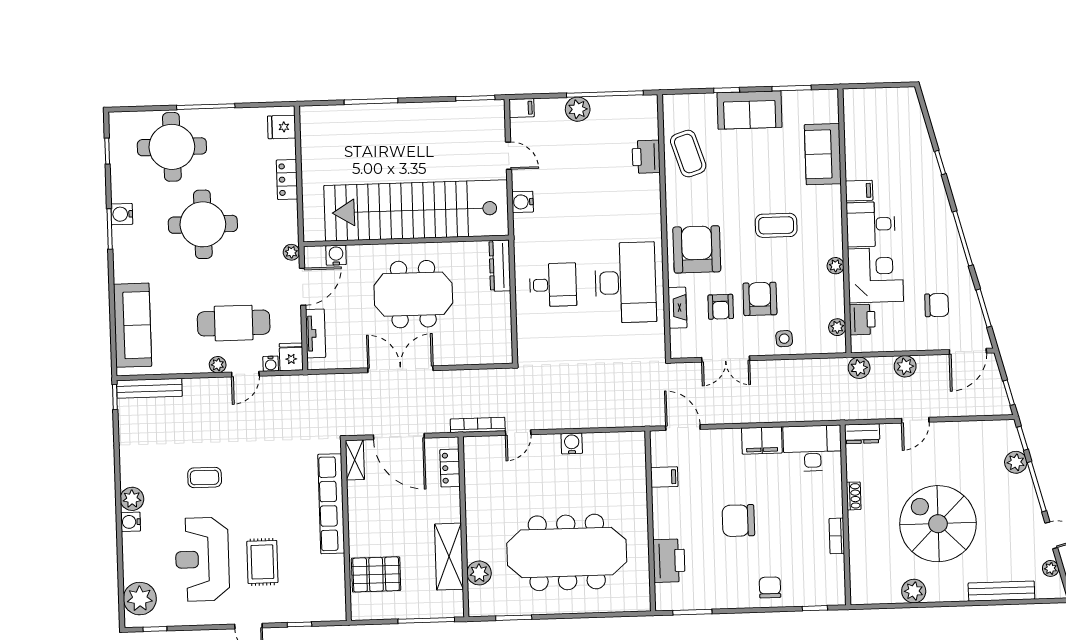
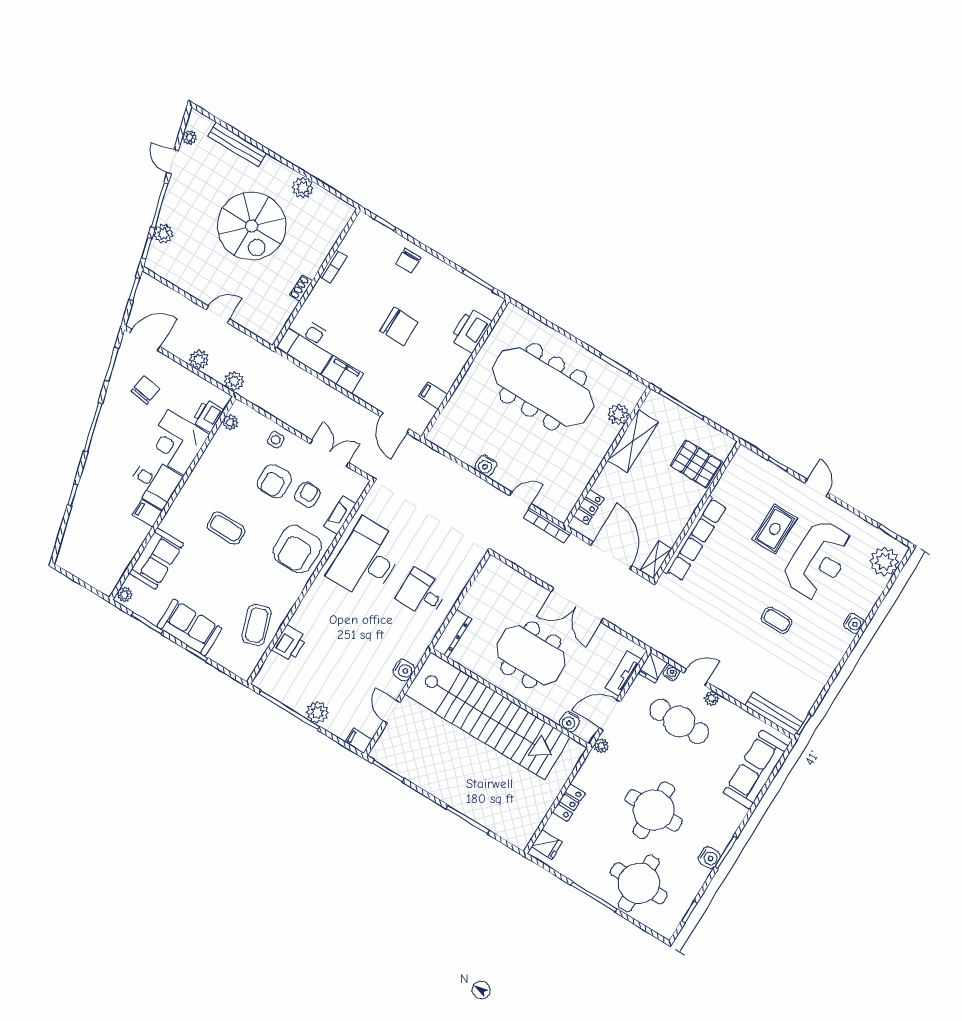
plant: (836, 266) -> (125, 594), moved
chair: (937, 305) -> (145, 390), turned 99
dresser: (862, 434) -> (264, 330), removed
plant: (132, 499) -> (841, 640), removed

